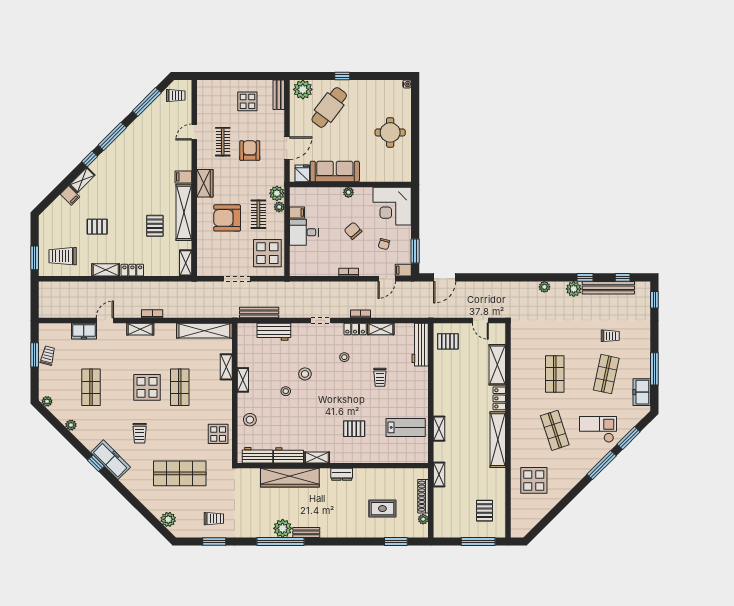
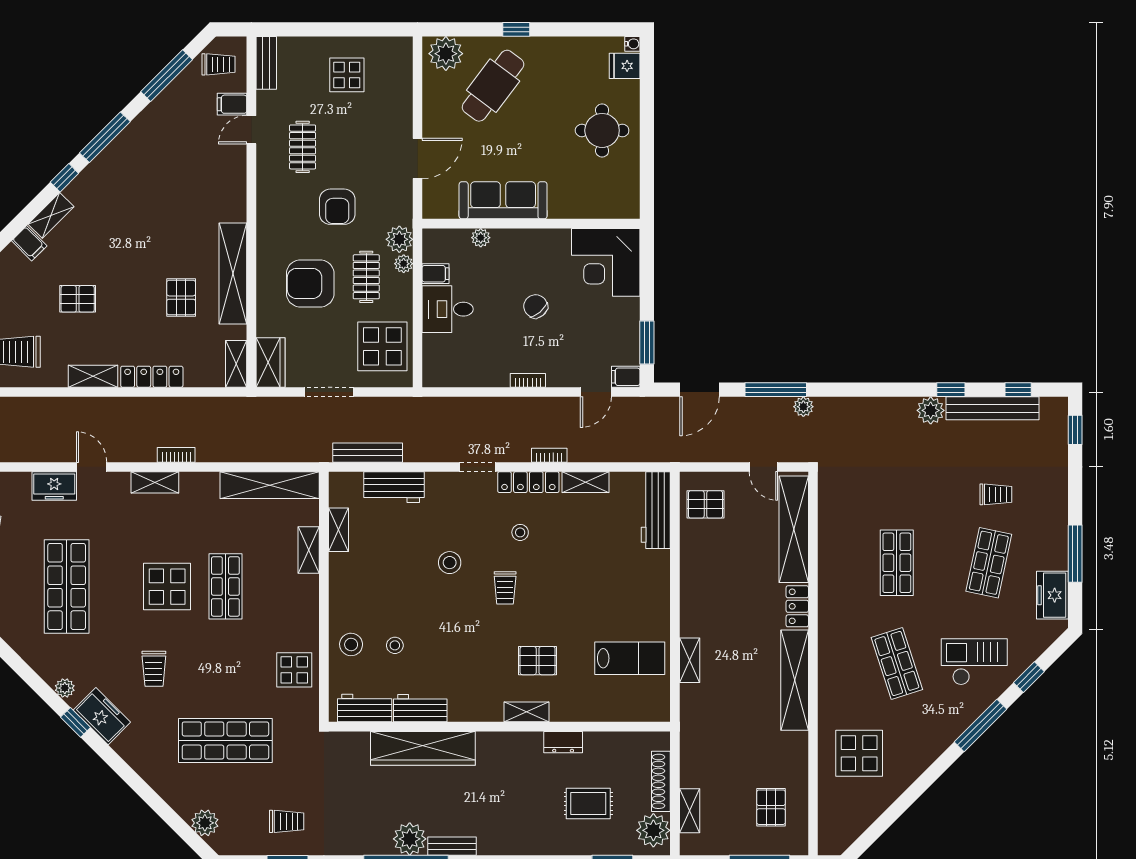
bench: (279, 95) -> (266, 63), moved
armchair: (250, 151) -> (337, 207), moved, turned 180
fridge: (302, 173) -> (625, 66), moved, turned -90
filing cabinet: (183, 177) -> (232, 104), moved
wardrobe: (205, 183) -> (270, 363), moved
plant: (348, 192) -> (481, 238), moved
chair: (384, 244) -> (591, 330), removed
locker: (132, 270) -> (152, 377), width x1.53
window: (487, 277) -> (776, 390), added
plant: (544, 287) -> (803, 407), moved
door: (105, 320) -> (92, 467), hinge flipped
locker: (355, 329) -> (528, 482), width x1.53
shelving: (497, 365) -> (794, 529), width x1.47
trolley: (380, 377) -> (505, 588), moved
shelving: (243, 380) -> (338, 530), moved
shop shelf: (91, 387) -> (67, 586), width x1.43, depth x1.36
stool: (286, 391) -> (395, 645), moved
plant: (71, 425) -> (65, 688), moved
window: (629, 438) -> (1029, 677), width x0.67
shelving: (317, 457) -> (527, 712), moved
freezer: (111, 460) -> (102, 716), width x0.71
dresser: (342, 474) -> (563, 742), moved
shelving: (439, 475) -> (690, 811), moved
plant: (423, 519) -> (653, 830), width x1.88, depth x1.88

